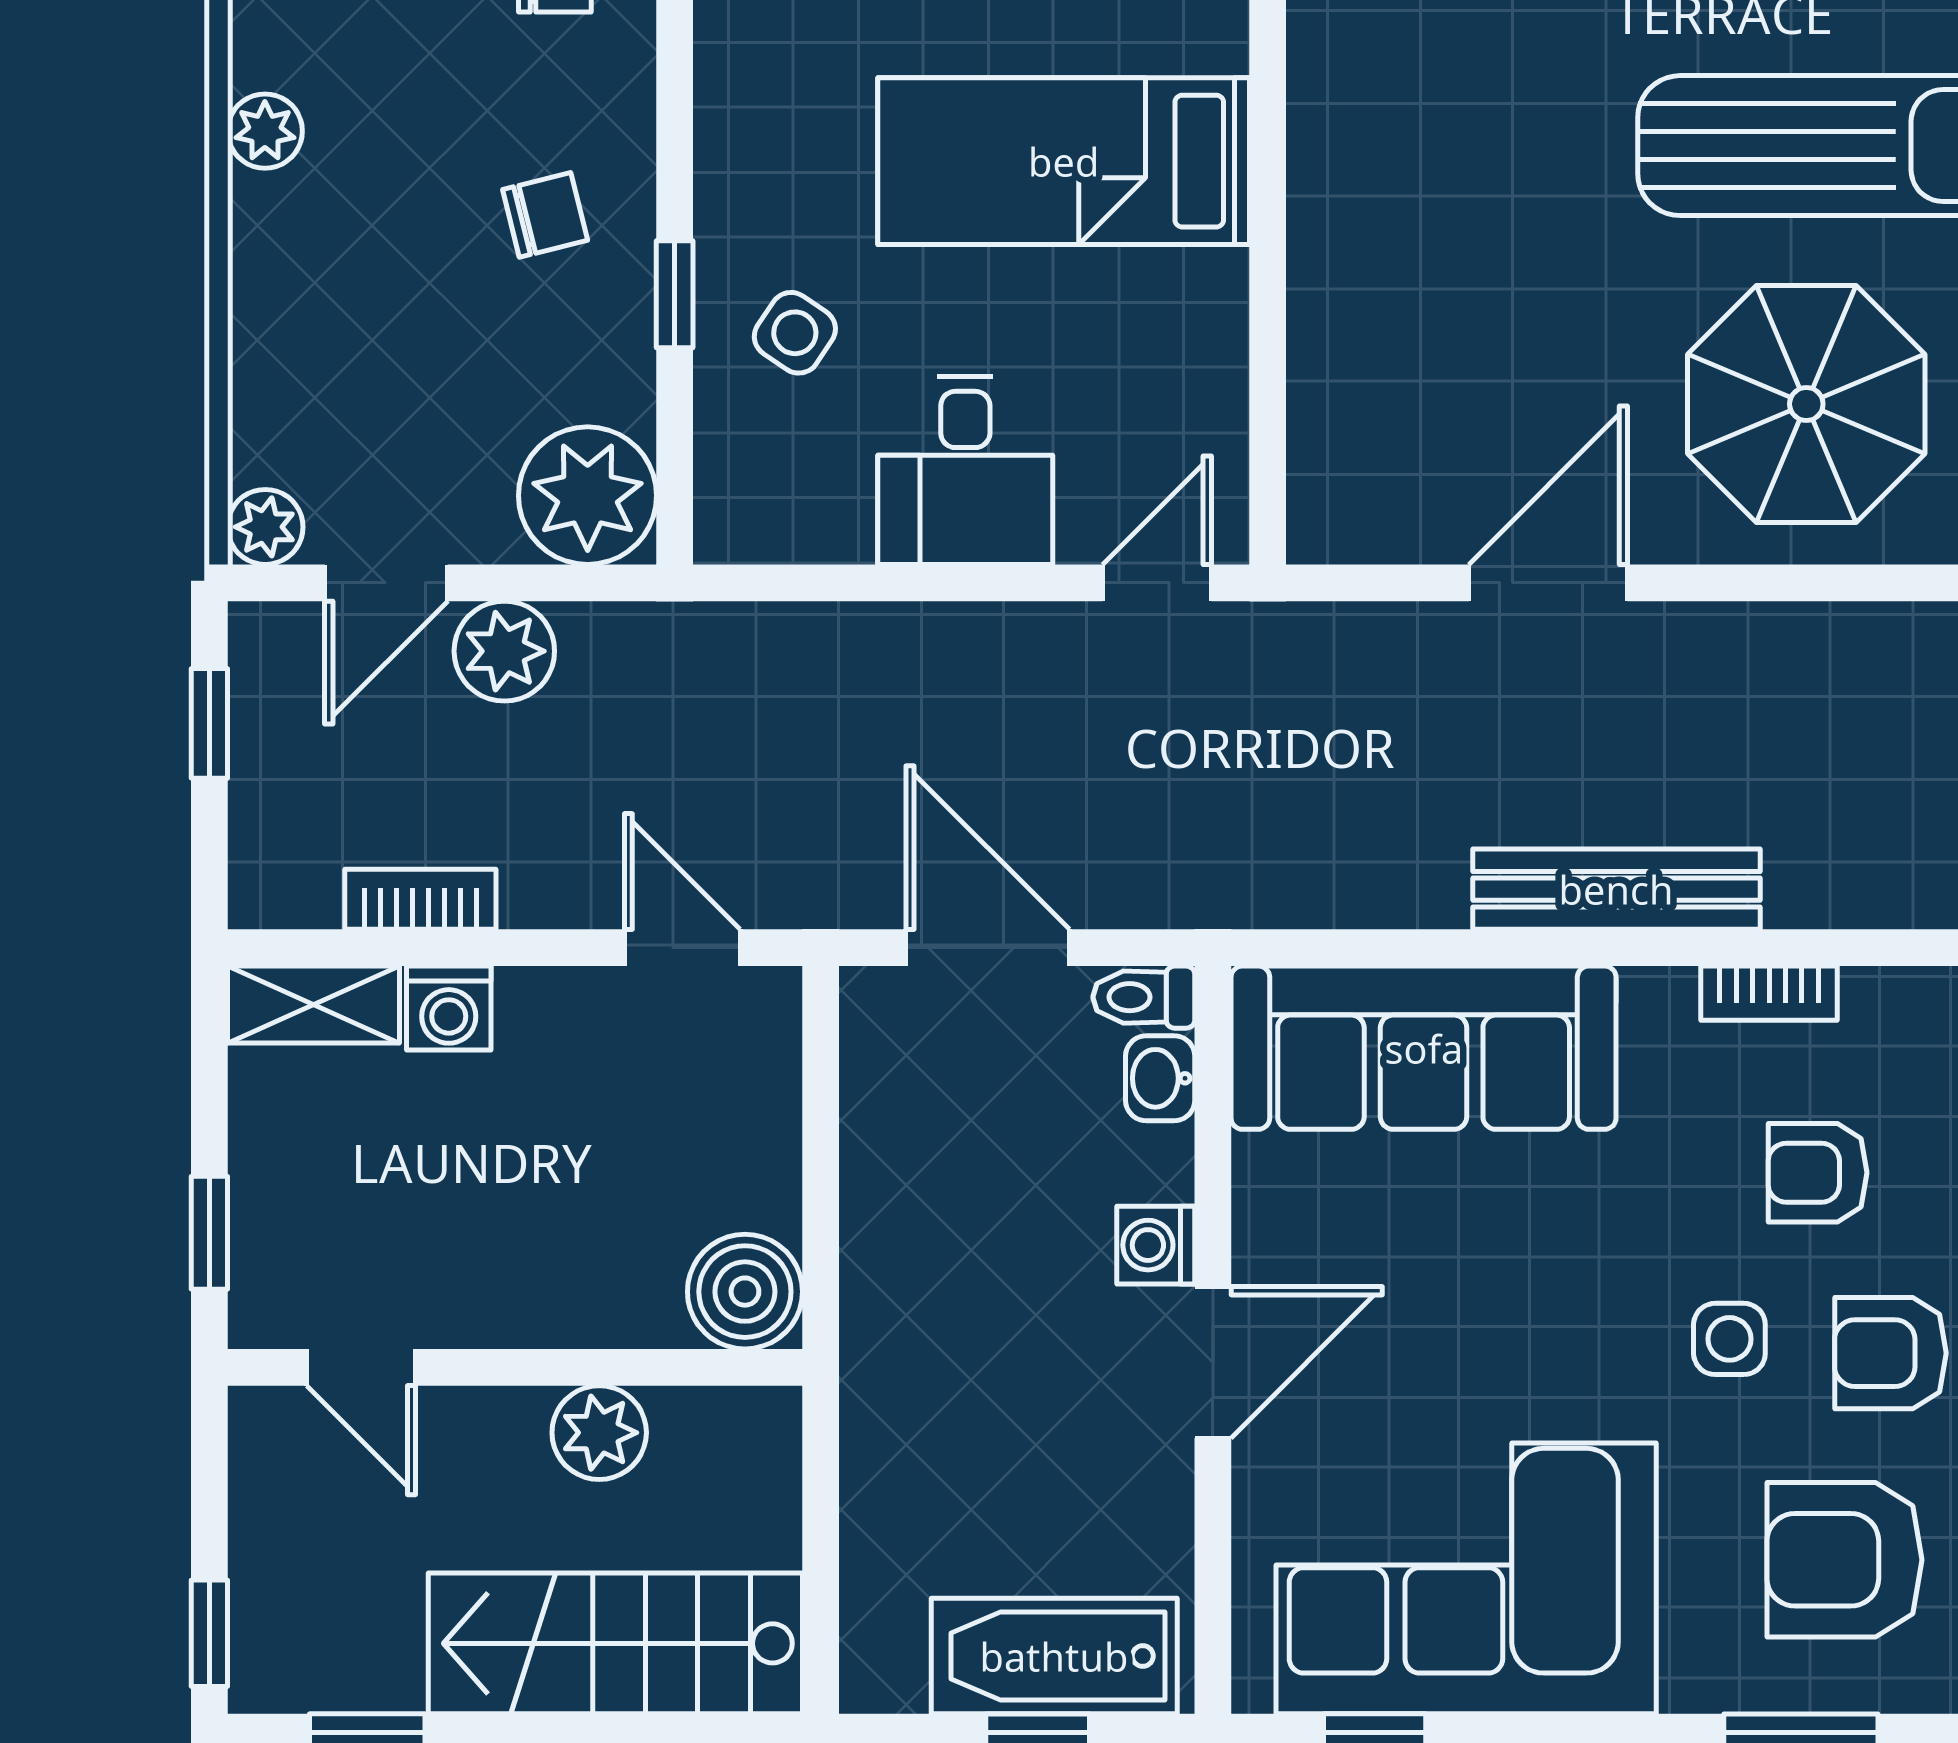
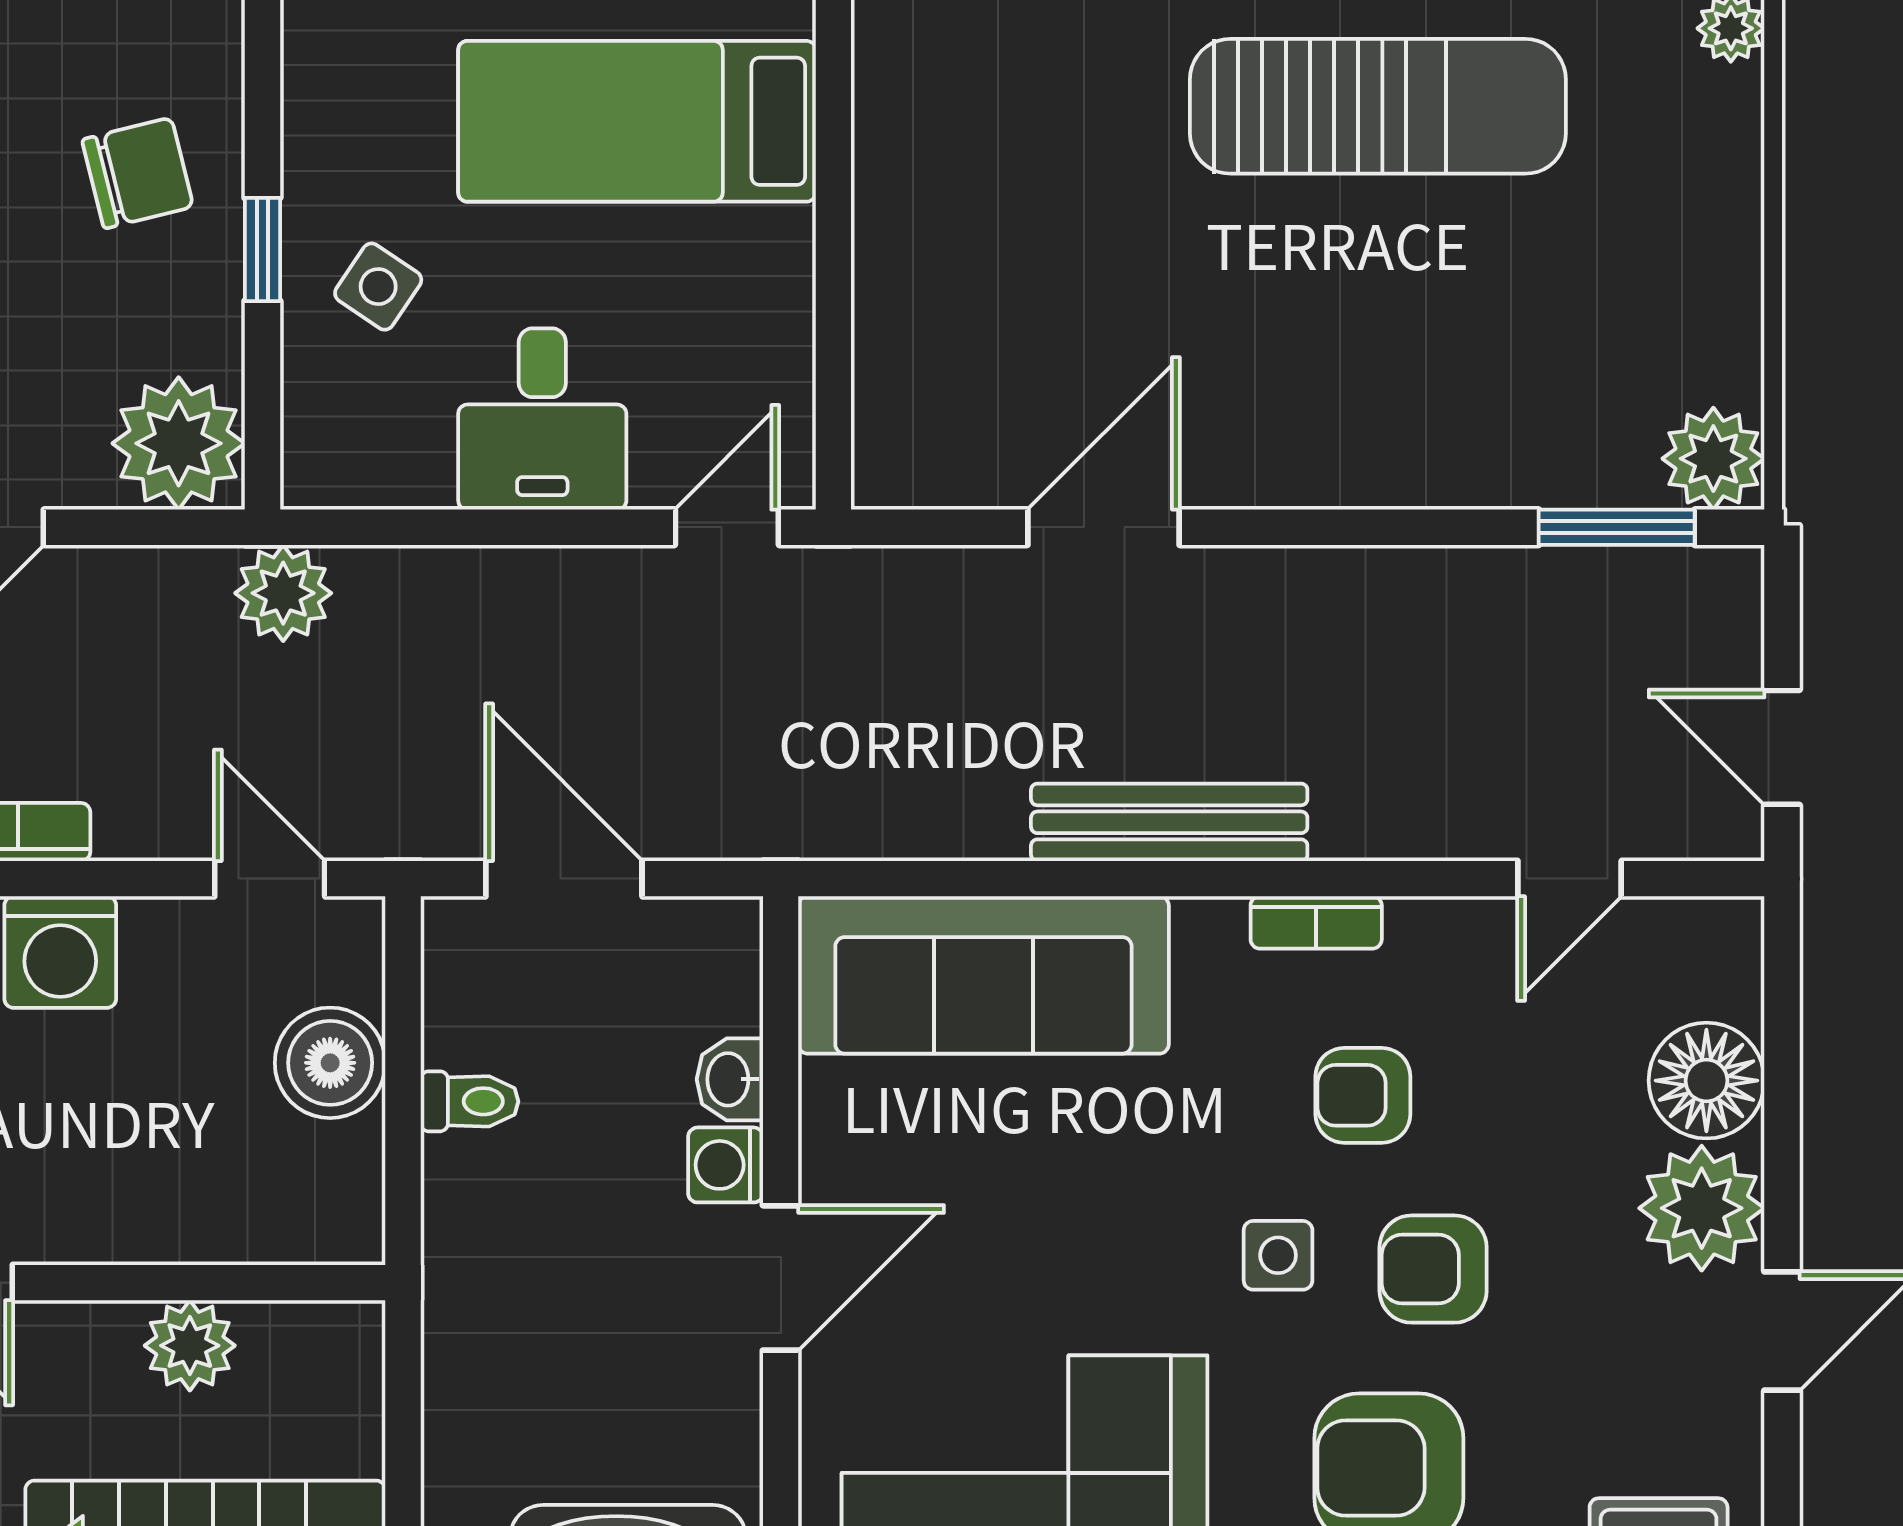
chair: (545, 215) -> (138, 173), width x1.37, depth x1.37
parasol: (1806, 404) -> (1352, 355), removed
plant: (504, 651) -> (283, 593), moved
toilet: (1144, 997) -> (469, 1101), moved, turned 180
washing machine: (449, 1008) -> (60, 952), width x1.38, depth x1.38
washbasin: (1160, 1078) -> (730, 1079), moved
boiler: (745, 1292) -> (330, 1063), moved

